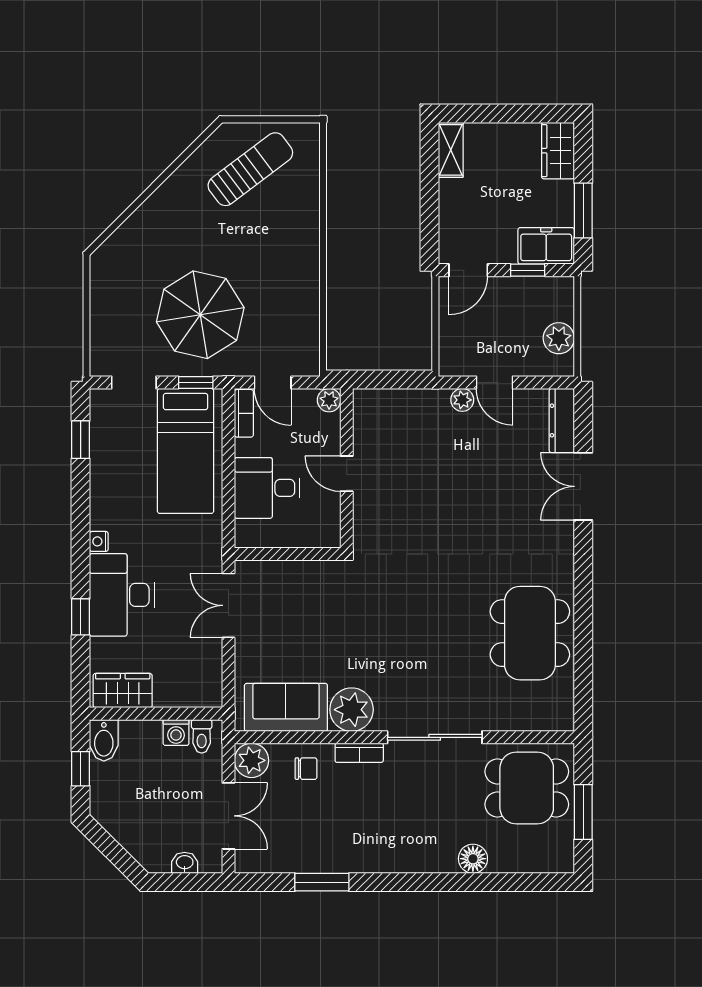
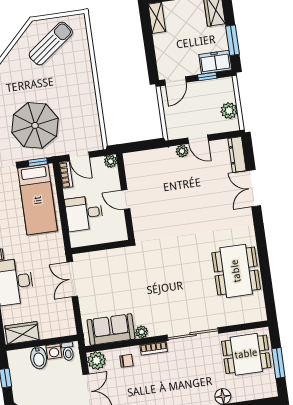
plant: (352, 710) -> (142, 332), width x0.53, depth x0.53
bidet: (104, 740) -> (39, 358), moved

